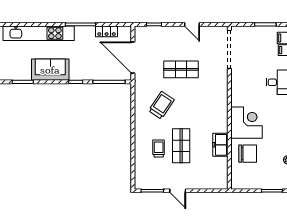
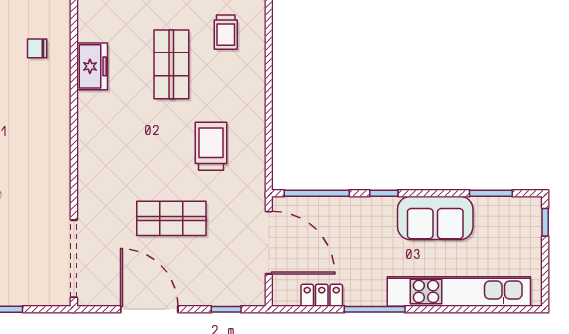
door: (192, 24) -> (149, 309), width x1.88
trolley: (161, 105) -> (211, 146), turned 146
corner desk: (247, 123) -> (39, 111), removed
trolley: (159, 148) -> (226, 32), moved
chair: (248, 154) -> (37, 48), width x0.54, depth x0.54

